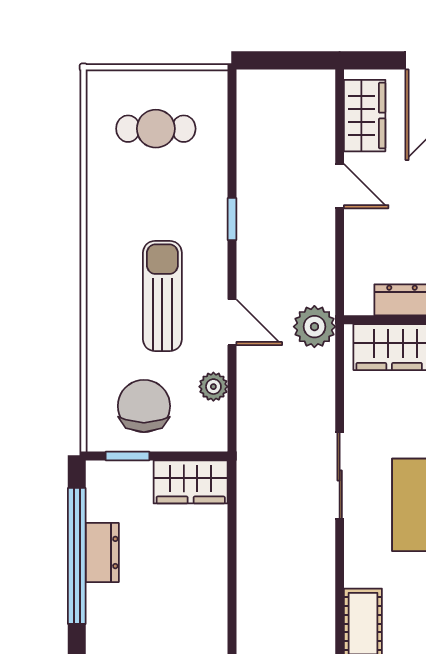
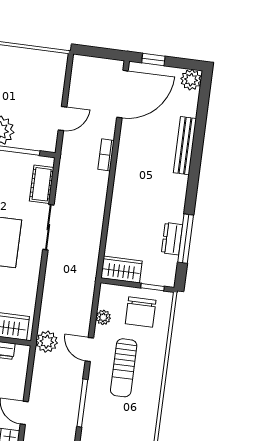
window: (232, 219) -> (82, 403), width x2.17
sliding door: (340, 475) -> (48, 227), moved
window: (77, 556) -> (186, 239), width x0.68

